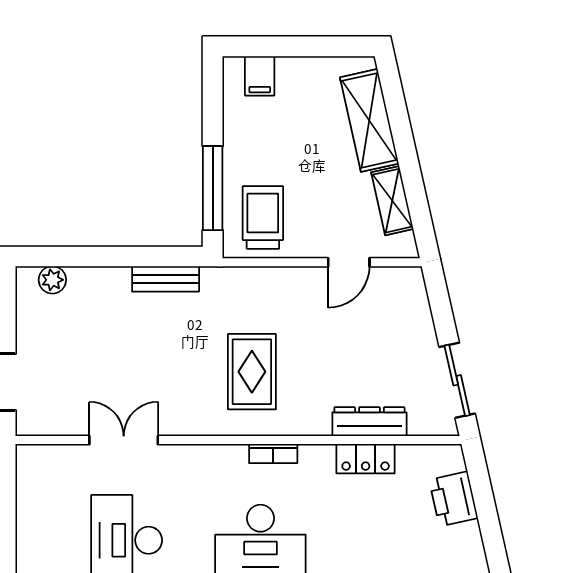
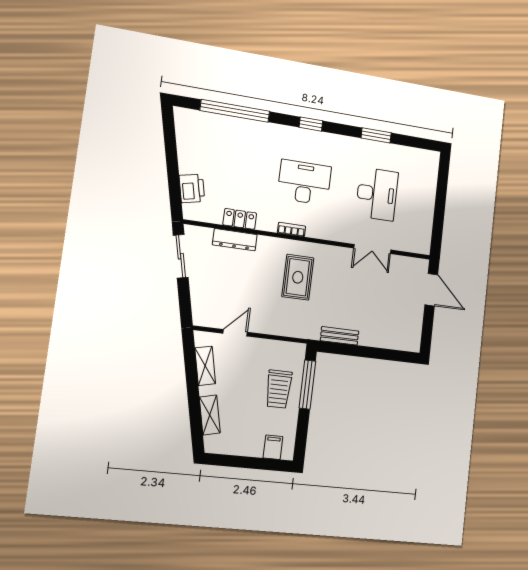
shelving: (369, 120) -> (210, 415), width x0.67, depth x0.75
trolley: (263, 217) -> (279, 389), moved
plant: (52, 280) -> (401, 343), removed

